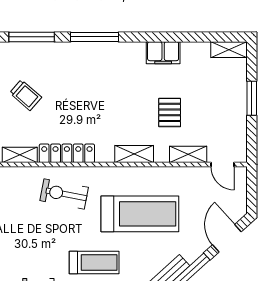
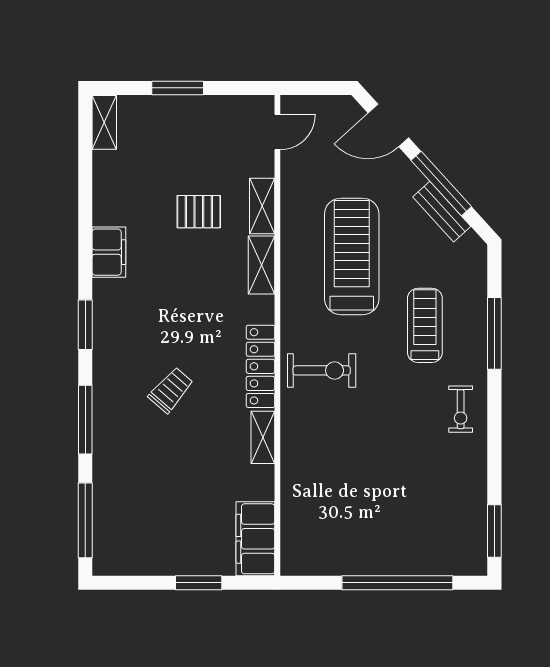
window: (95, 37) -> (85, 325), width x0.69
filing cabinet: (163, 53) -> (109, 252), moved
trolley: (26, 95) -> (171, 390), moved
shelving: (188, 154) -> (262, 206), moved
exercise bike: (64, 194) -> (322, 370), turned -101

